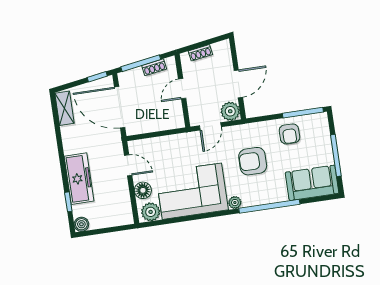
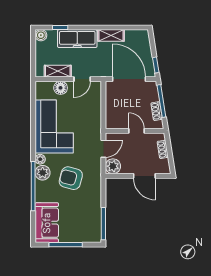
door: (238, 84) -> (144, 176), moved
door: (120, 107) -> (129, 79), hinge flipped
shelving: (64, 108) -> (111, 35), moved
door: (210, 126) -> (103, 149), swing flipped
armchair: (289, 134) -> (88, 210), removed
armchair: (253, 161) -> (71, 178), turned -75
shelving: (123, 197) -> (58, 71), added
plant: (151, 212) -> (43, 173), moved

